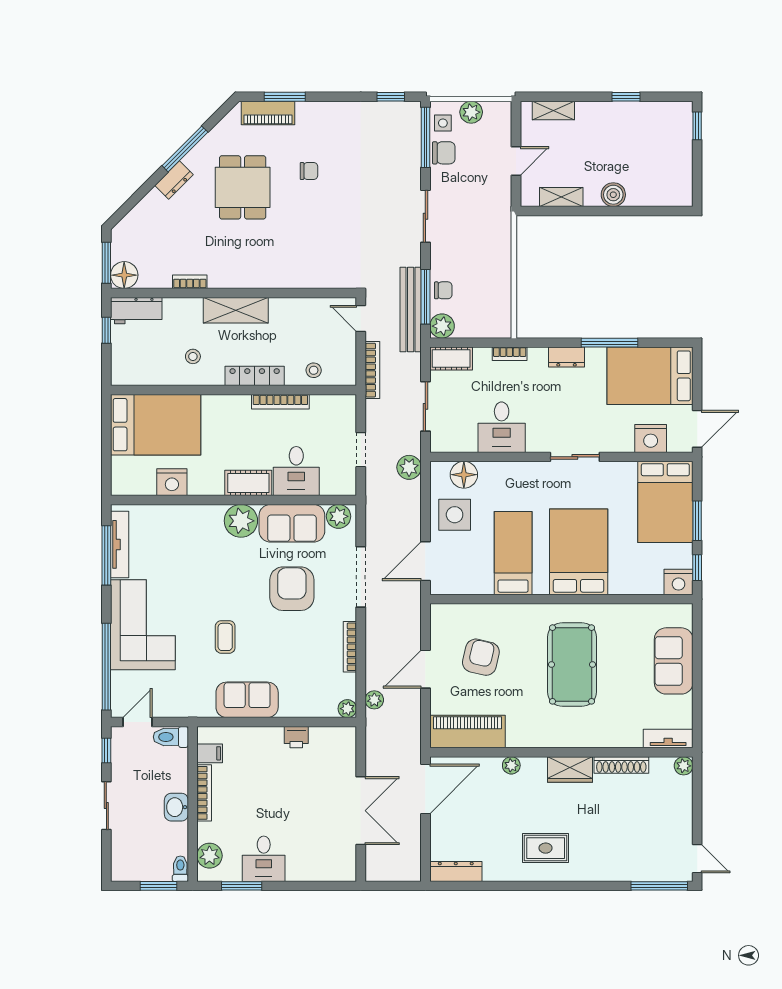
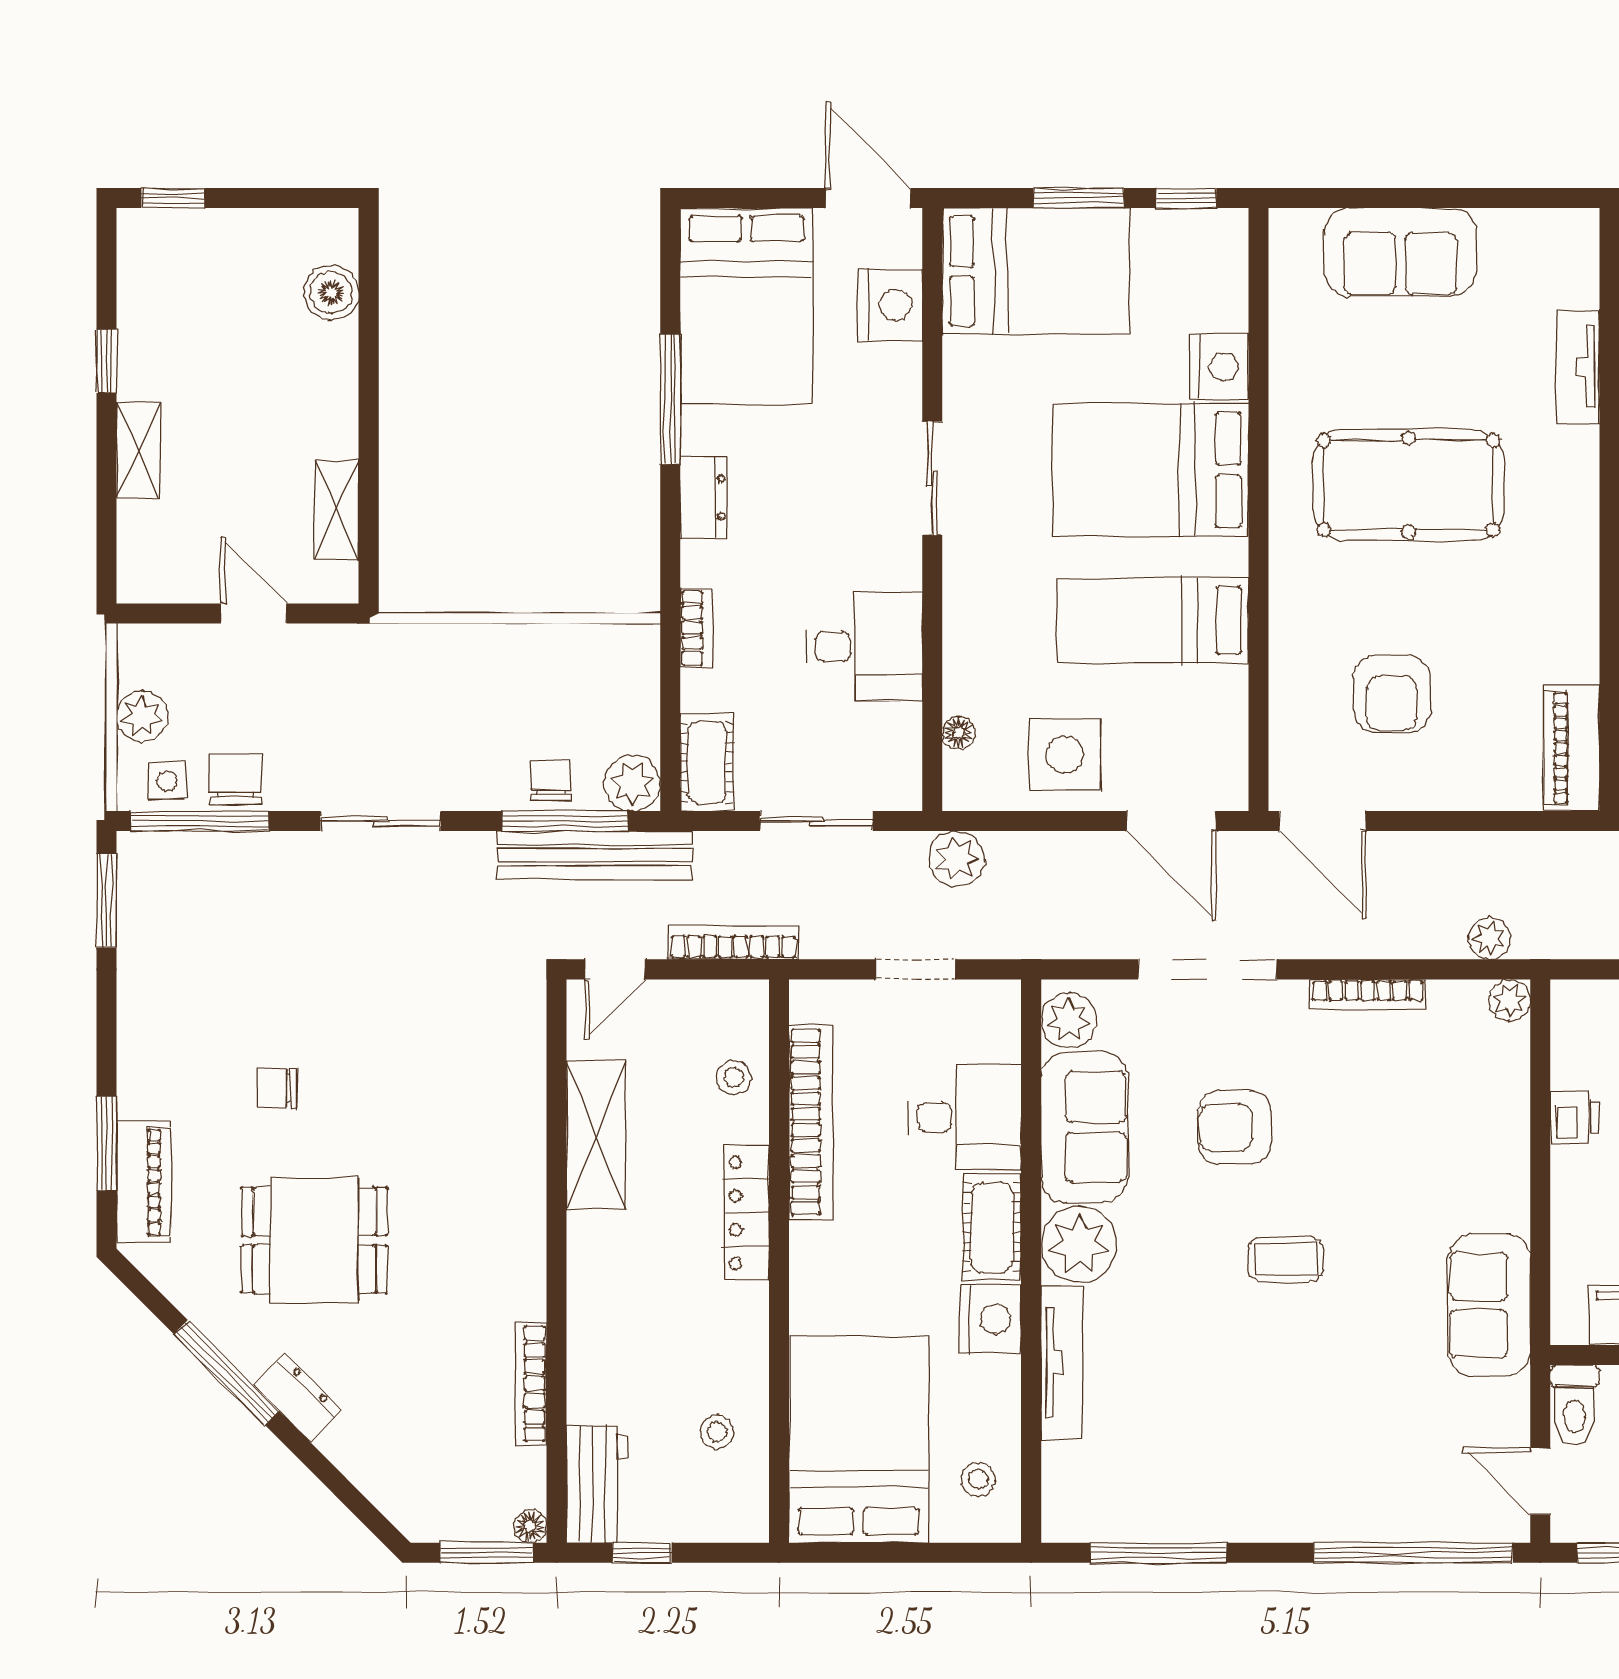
window: (391, 97) -> (107, 901), width x1.50
shelving: (553, 111) -> (138, 451), moved
chair: (309, 171) -> (277, 1088), turned -90
boiler: (613, 195) -> (331, 292), moved
floor lamp: (124, 275) -> (530, 1526), width x0.53, depth x0.53
bookcase: (190, 282) -> (531, 1384), width x1.56
shelving: (236, 310) -> (596, 1135), moved
stool: (193, 356) -> (717, 1432), moved
bookcase: (280, 402) -> (811, 1122), width x1.48, depth x1.31
floor lamp: (464, 475) -> (959, 733), width x0.53, depth x0.53
stool: (138, 477) -> (978, 1479), added
nightstand: (172, 482) -> (990, 1319), moved
tv unit: (120, 544) -> (1062, 1363), moved, turned 90
nightstand: (679, 582) -> (1219, 367), moved
armchair: (292, 589) -> (1235, 1127), width x0.73, depth x0.73
corner sofa: (143, 625) -> (1317, 1469), removed
coffee table: (225, 637) -> (1286, 1259), moved
armchair: (481, 657) -> (1392, 694), turned -103
door: (425, 669) -> (1322, 821), moved
sofa: (247, 700) -> (1489, 1305), moved
piano: (467, 732) -> (1571, 748), width x0.73, depth x0.75
tv unit: (668, 738) -> (1578, 367), moved

